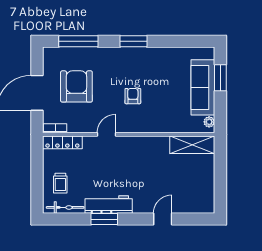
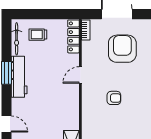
armchair: (76, 86) -> (122, 49), turned -90
door: (107, 134) -> (80, 75), swing flipped

